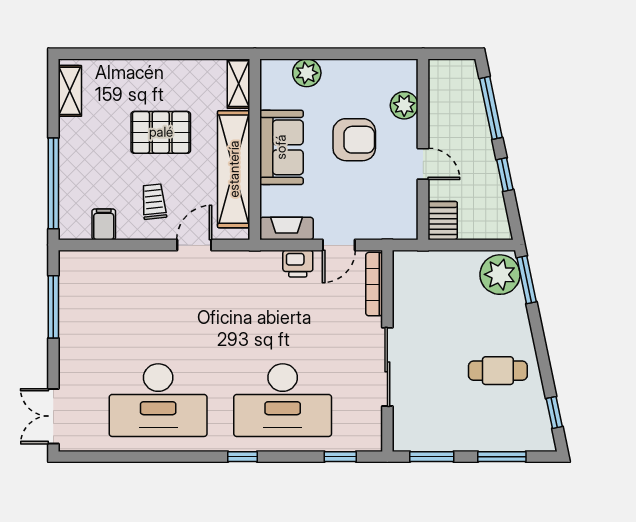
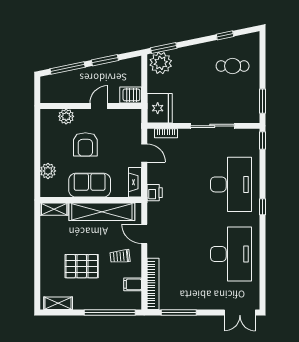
pallet: (161, 132) -> (82, 266), moved, turned 90
armchair: (354, 140) -> (85, 144), turned 180
window: (505, 175) -> (105, 60), width x1.50
bookcase: (105, 261) -> (153, 284), added
printer: (298, 264) -> (155, 193), moved
fridge: (419, 273) -> (160, 108), added
bookcase: (374, 284) -> (166, 133), width x0.64
cafe table: (498, 371) -> (233, 66), moved, turned 90
window: (554, 413) -> (225, 35), moved
window: (340, 457) -> (262, 140), moved
window: (502, 457) -> (262, 62), removed

